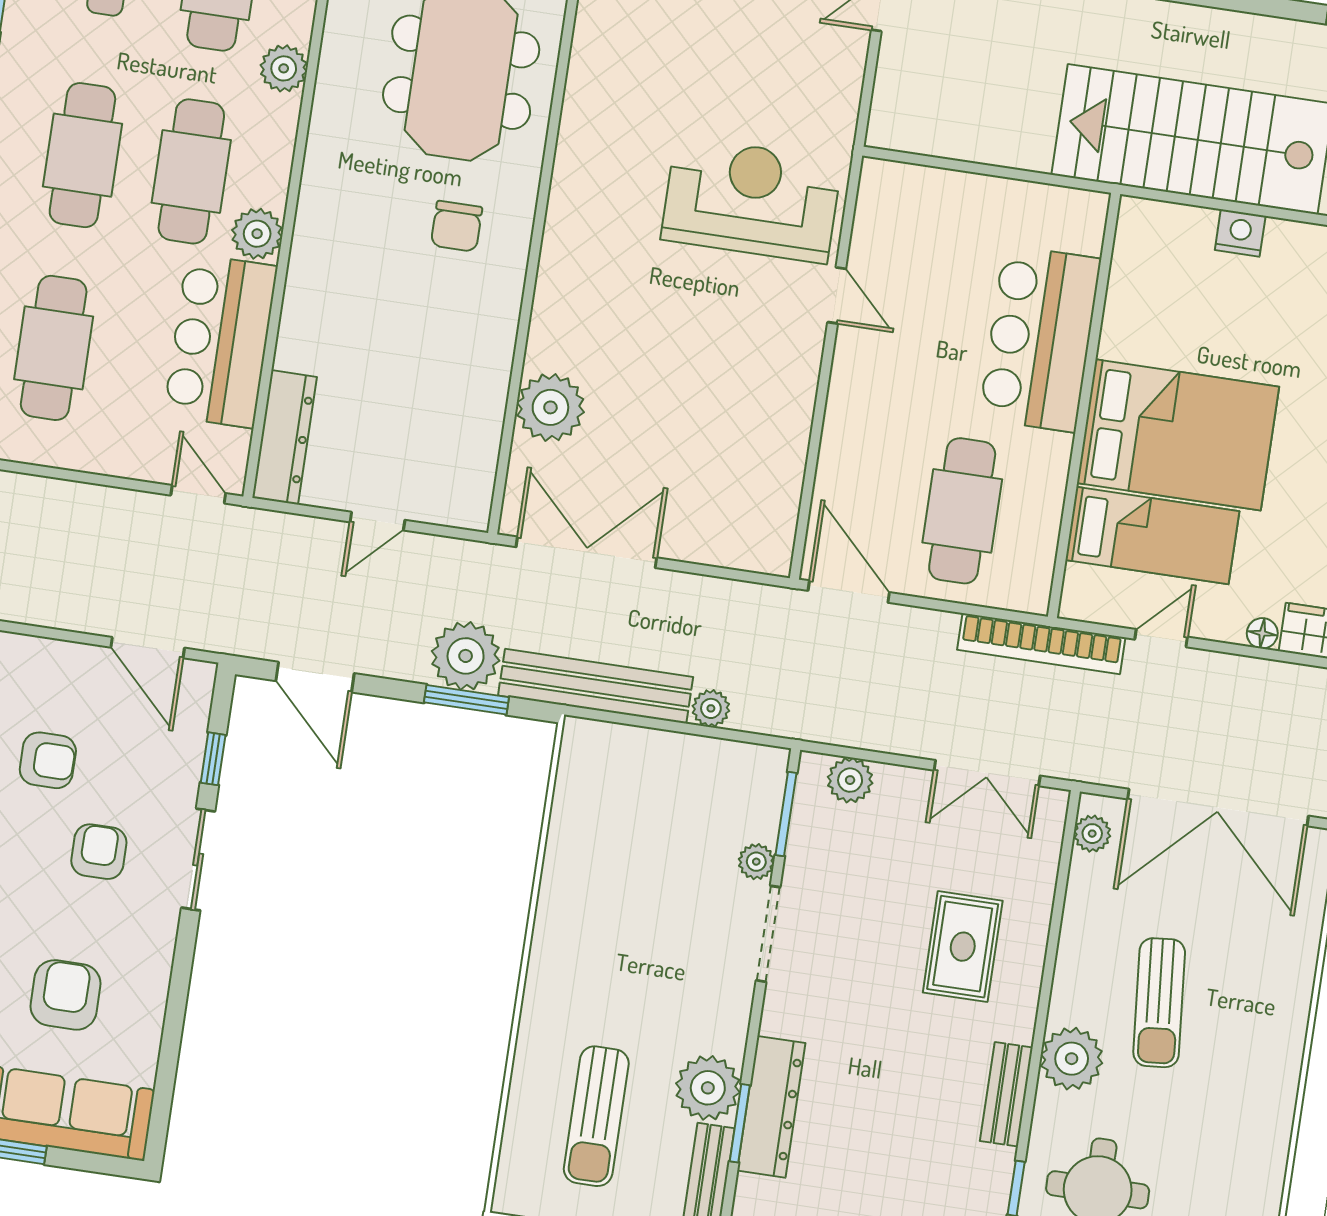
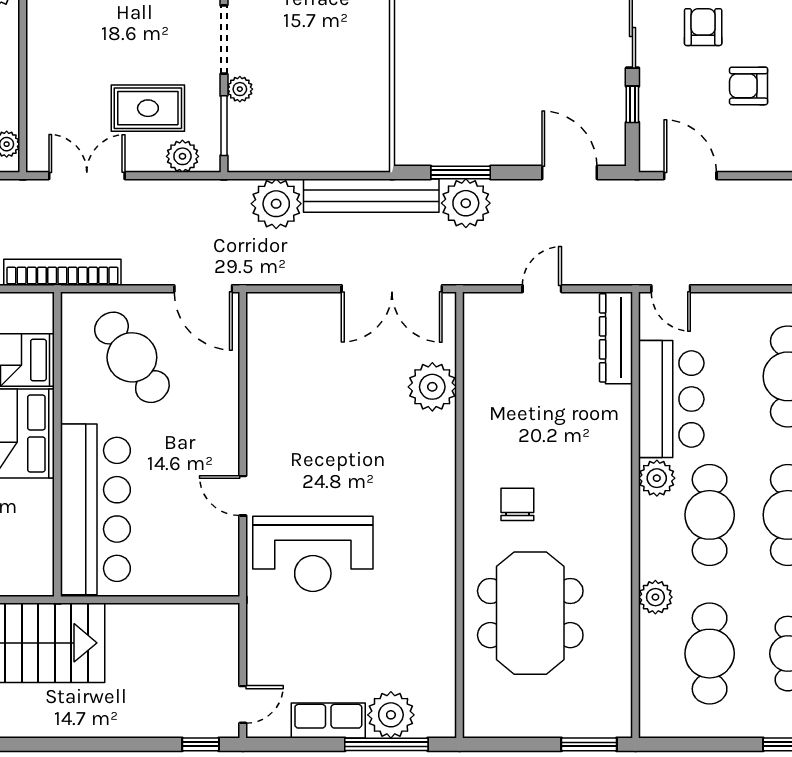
bar counter: (1040, 339) -> (95, 509), width x1.36
cafe table: (962, 511) -> (132, 357), turned -35
plant: (711, 708) -> (276, 204), width x1.88, depth x1.88
armchair: (99, 852) -> (703, 27), turned 180
rug: (963, 947) -> (148, 108), moved, turned 90

